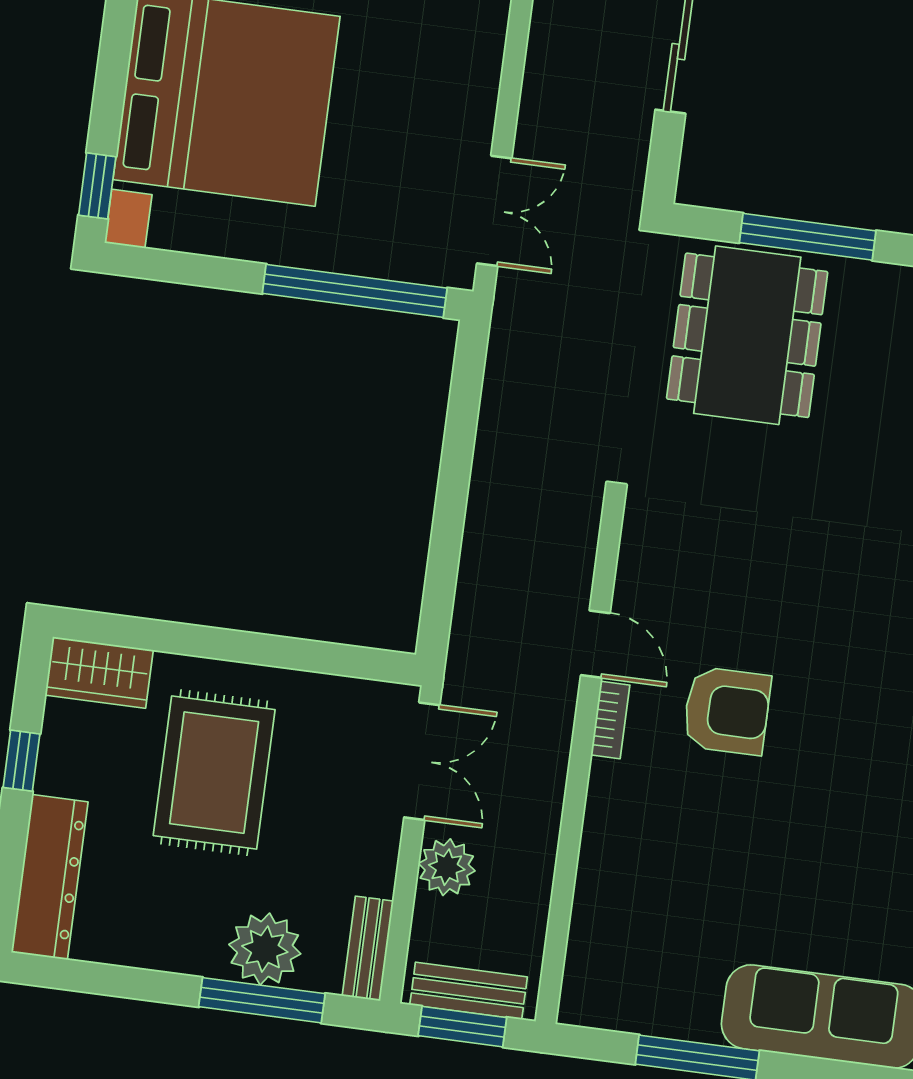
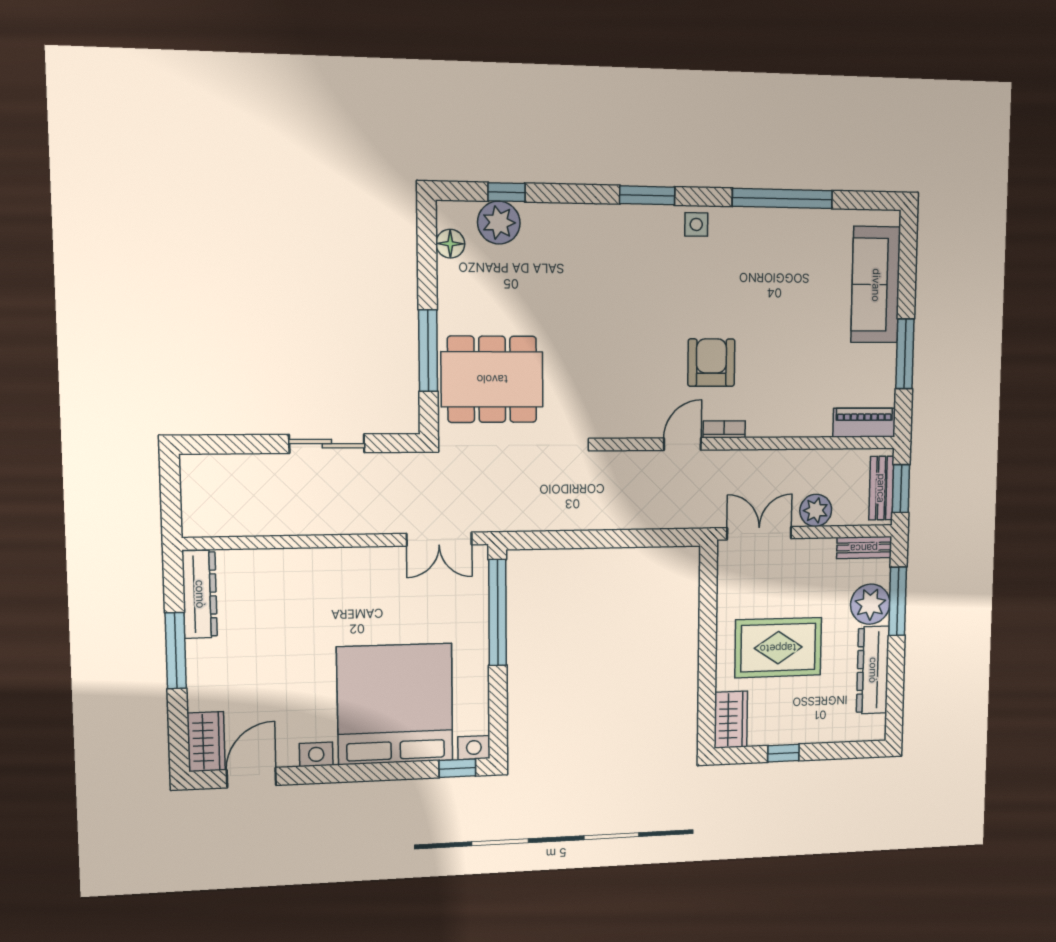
double door: (494, 211) -> (439, 539), swing flipped
dresser: (50, 877) -> (873, 670), moved, turned -90
piano: (588, 971) -> (864, 423), added

